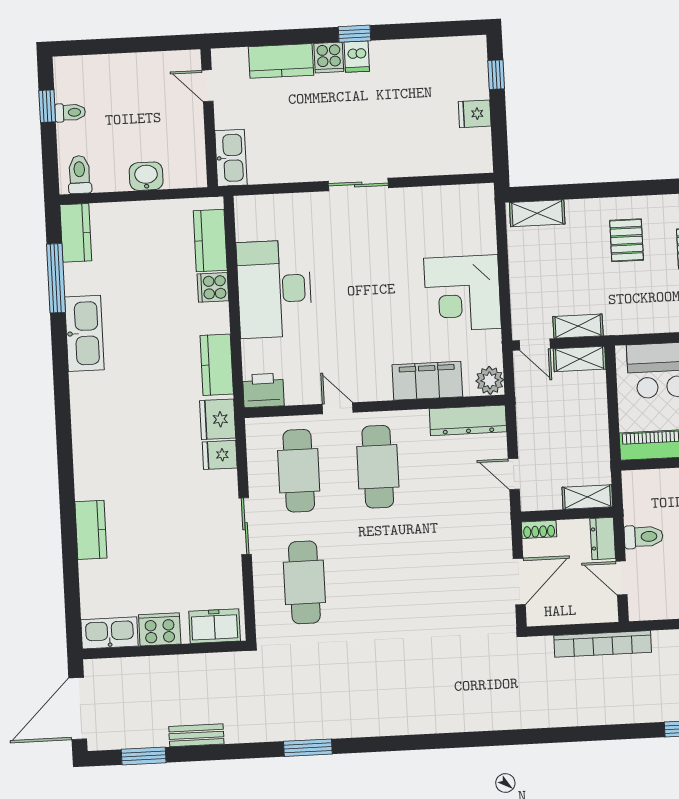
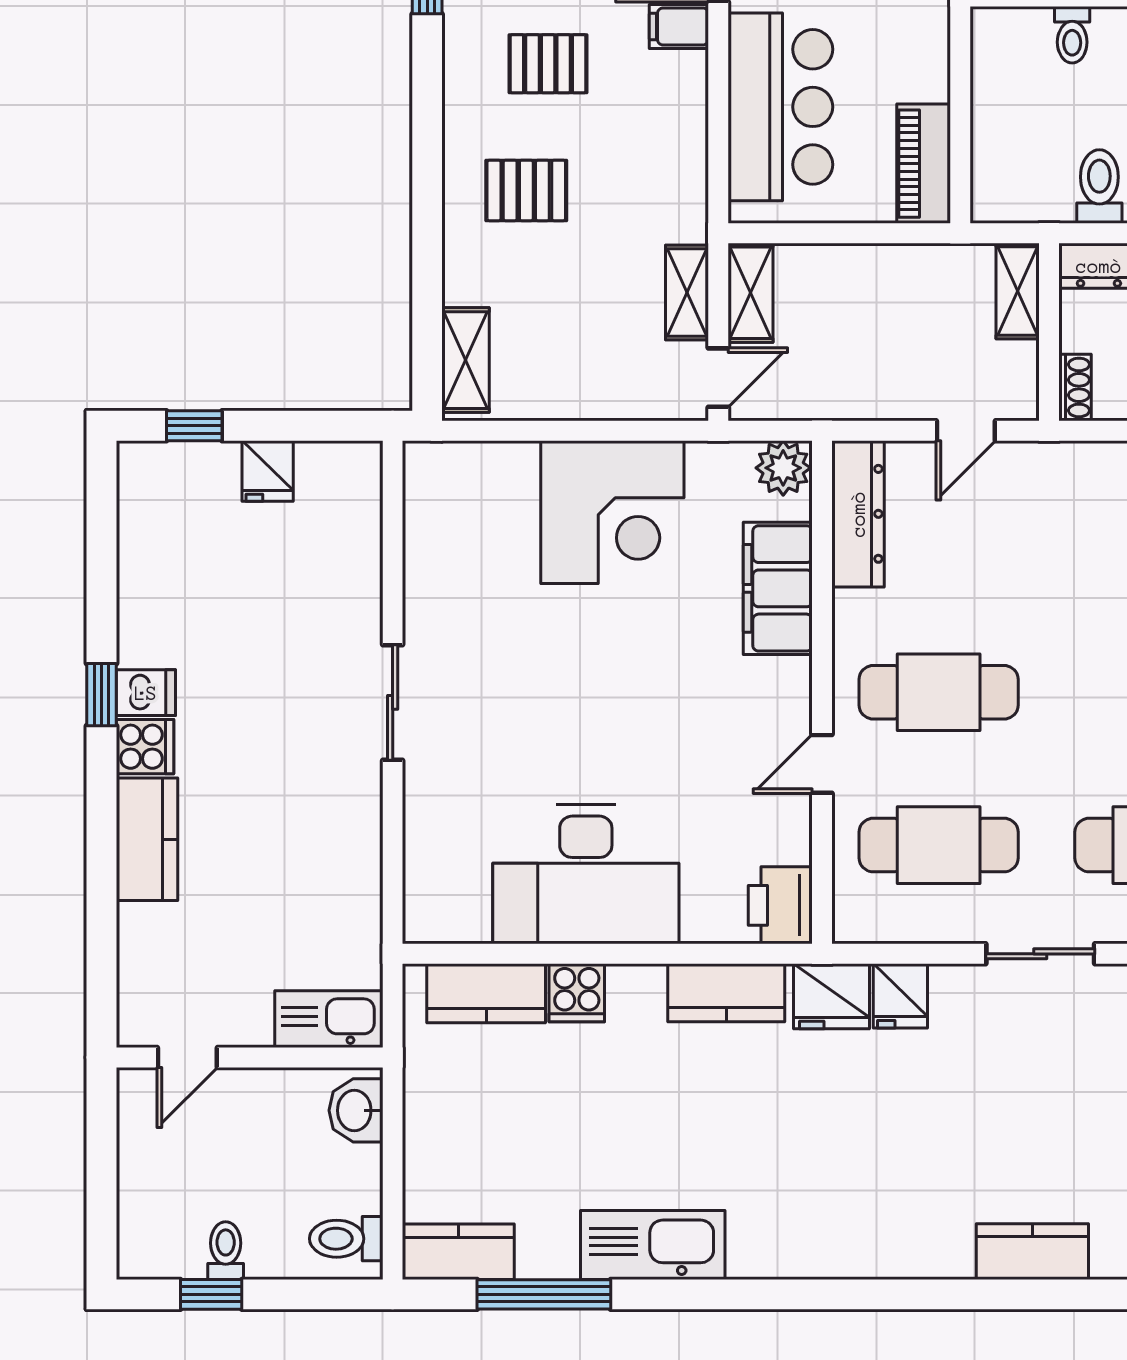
door: (207, 86) -> (187, 1057), moved
wall: (209, 118) -> (250, 1057), moved
kitchen sink: (231, 158) -> (329, 1019), moved

